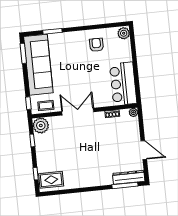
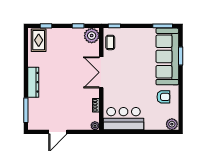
sofa: (38, 65) -> (167, 56), moved, turned 90
double door: (78, 112) -> (101, 72), swing flipped
dresser: (129, 177) -> (33, 82), moved

